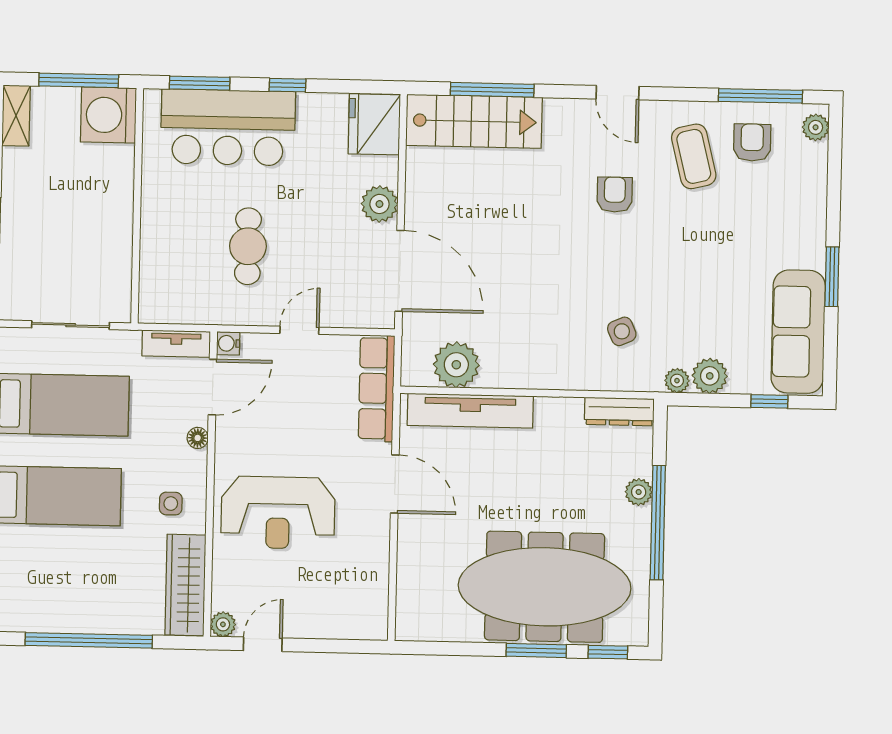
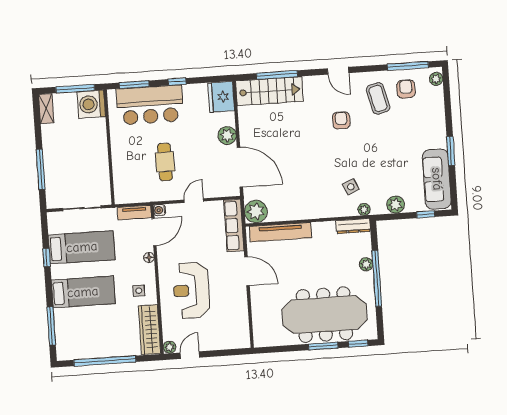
plant: (456, 365) -> (256, 211), moved
plant: (677, 381) -> (364, 209), moved
reception desk: (278, 513) -> (191, 290), turned 90

